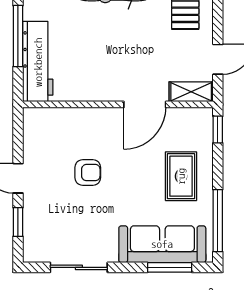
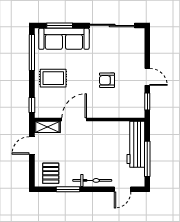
rug: (181, 176) -> (53, 78), turned 90
window: (18, 222) -> (147, 101), moved
sliding door: (79, 267) -> (112, 25), width x1.37

